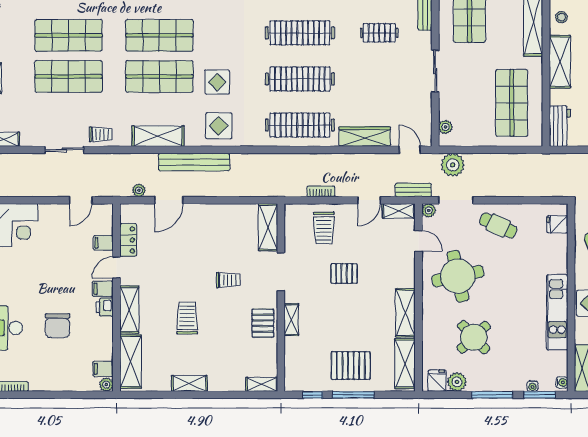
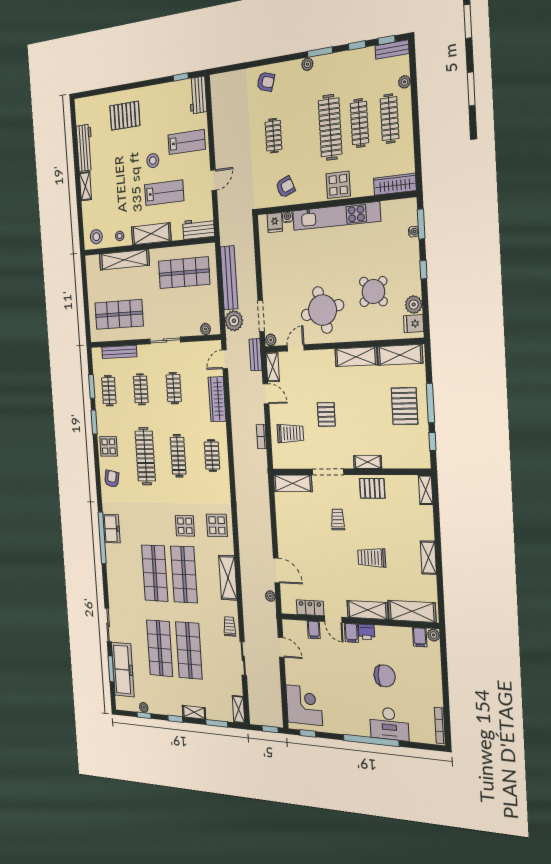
clothes rail: (300, 79) -> (178, 456), width x0.73, depth x0.76
clothes rail: (379, 79) -> (174, 388), added
clothes rail: (300, 125) -> (212, 456), width x0.54, depth x0.76
bench: (194, 162) -> (229, 278), moved
cafe table: (498, 226) -> (279, 276), removed
kitchen unit: (557, 312) -> (336, 216), width x1.36
water cooler: (562, 382) -> (287, 217), moved
window: (492, 395) -> (423, 270), width x0.46

